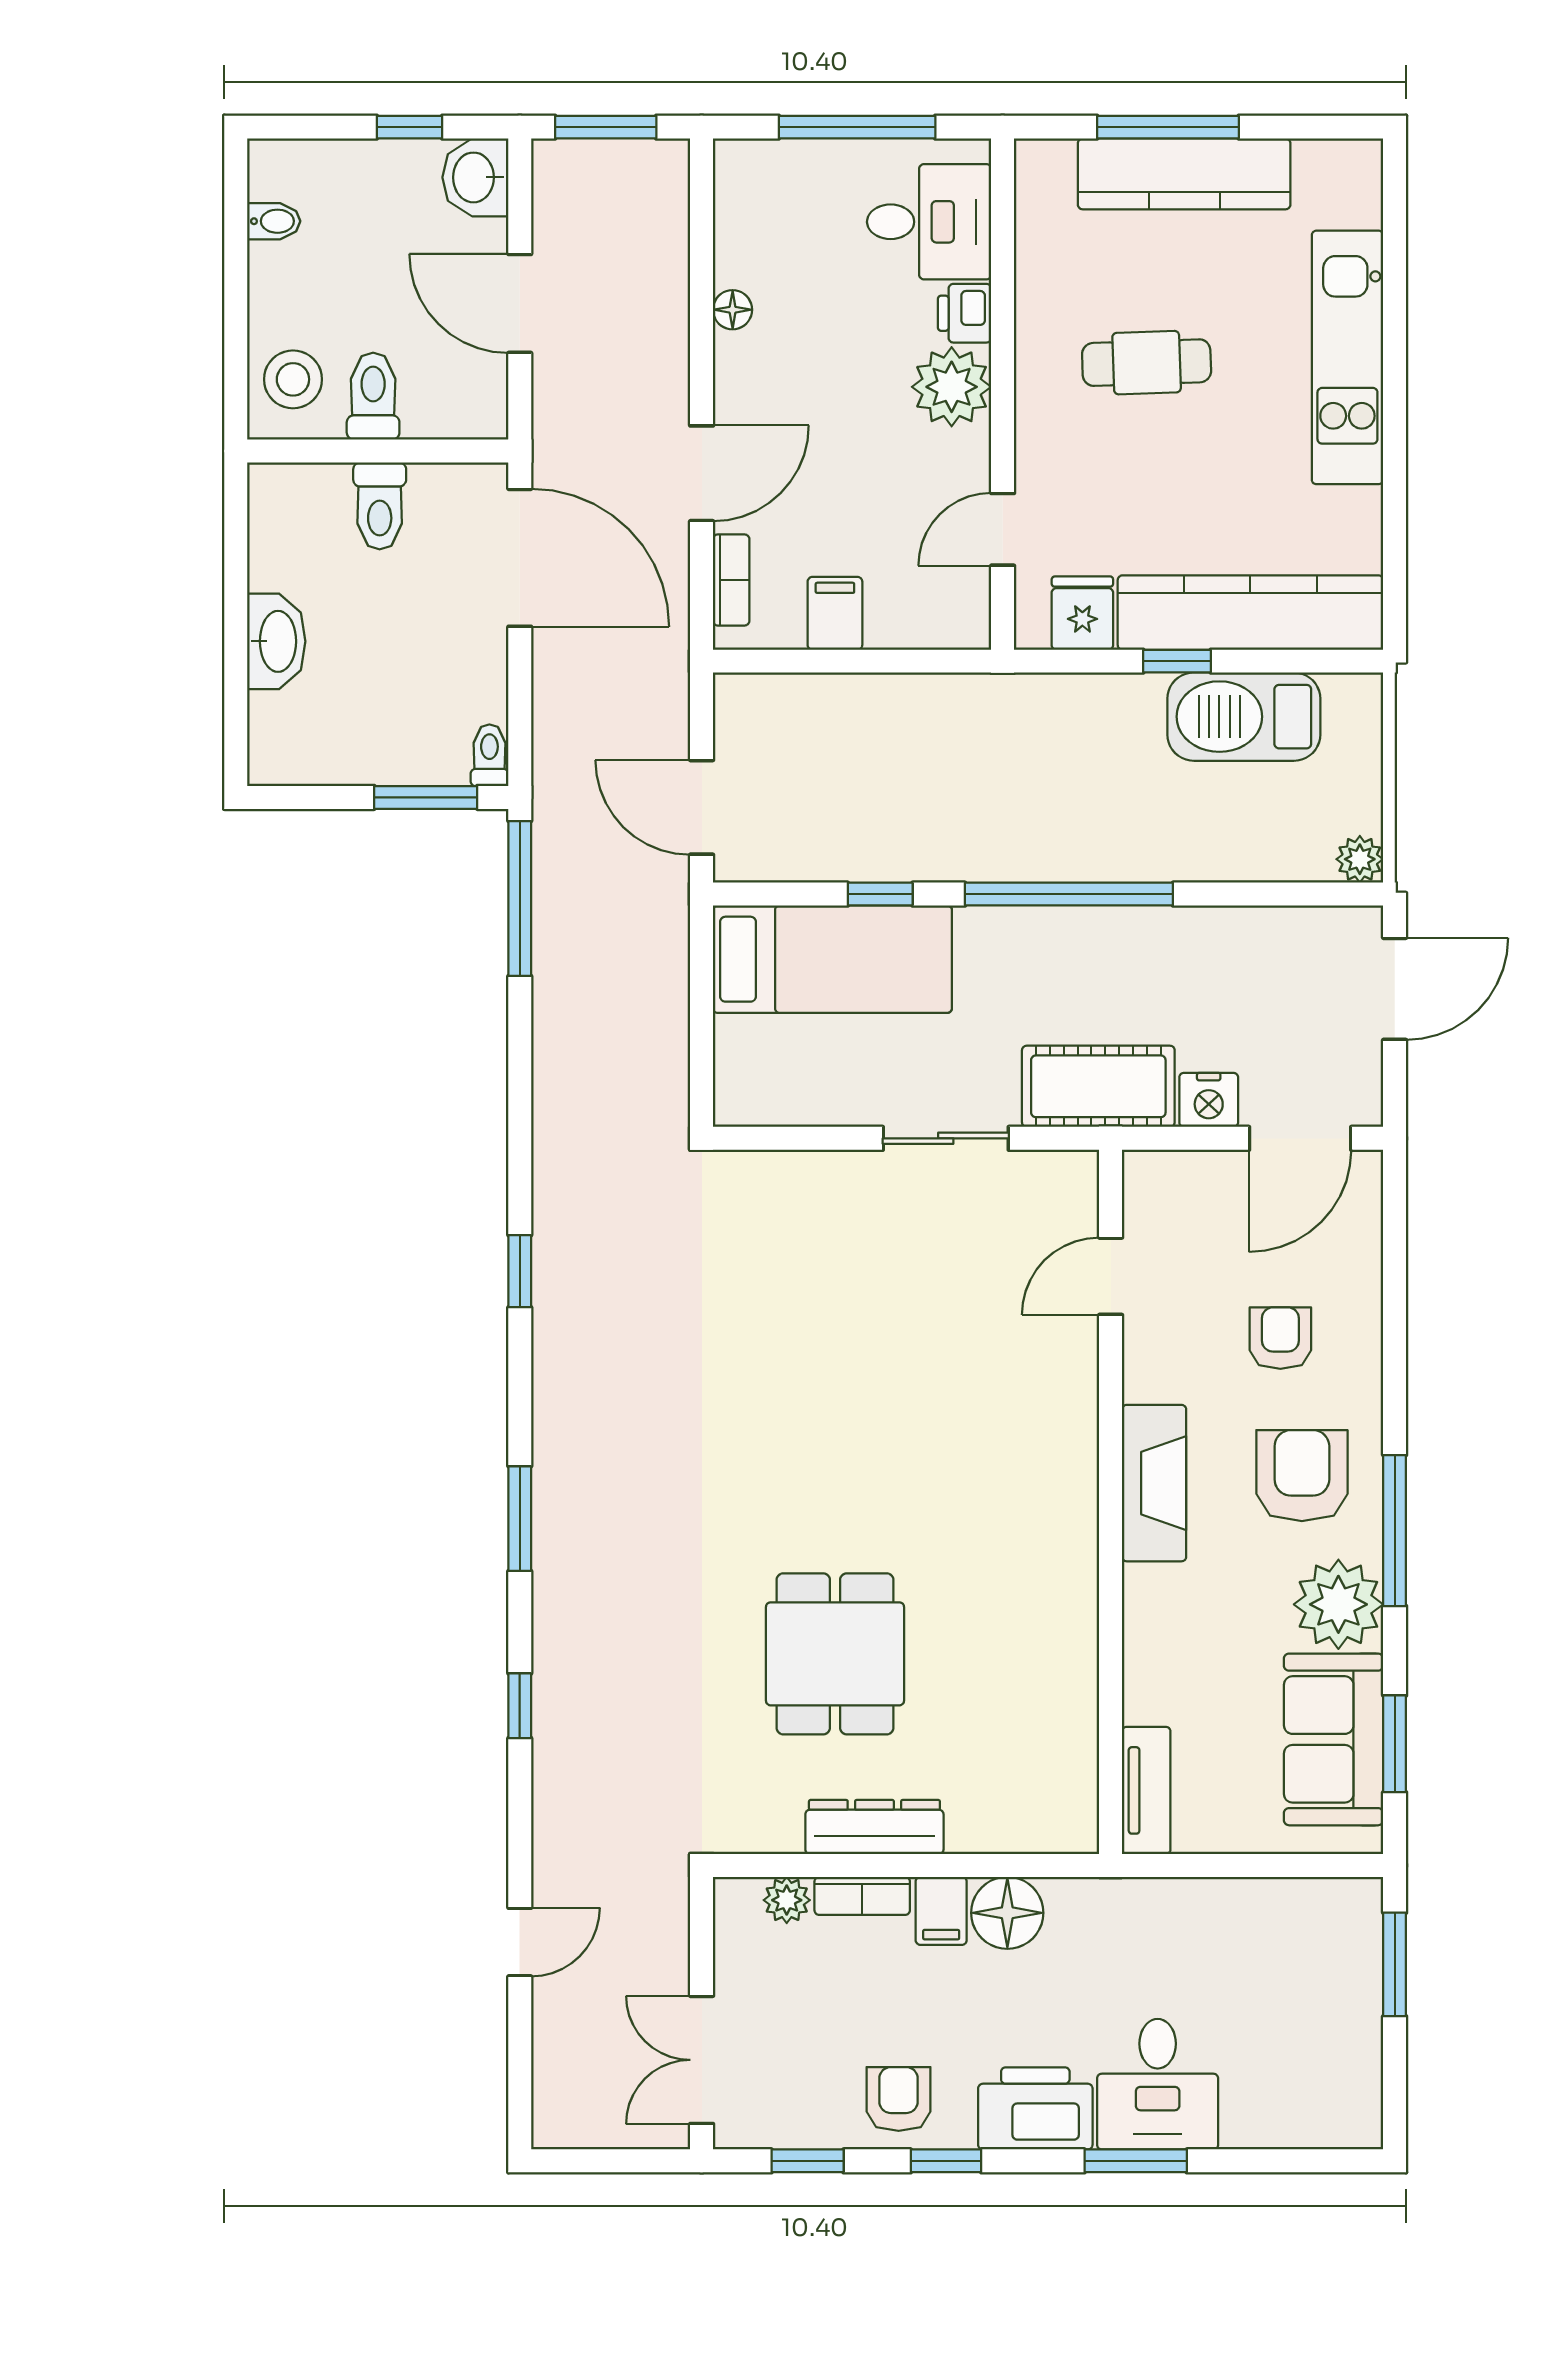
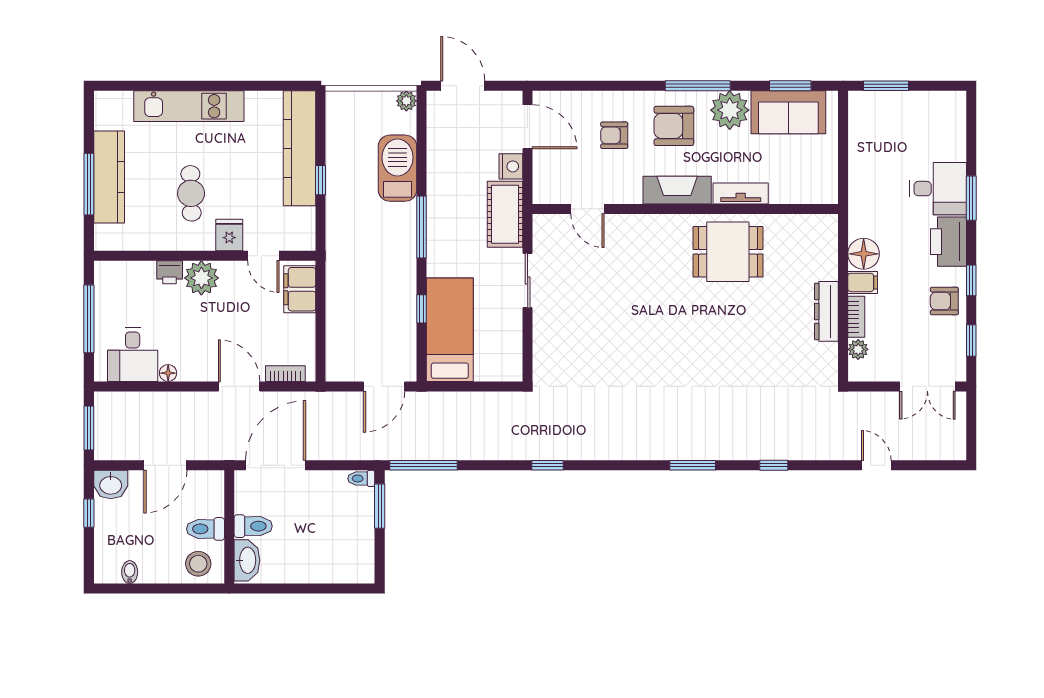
desk: (929, 222) -> (133, 355), moved, turned 180
filing cabinet: (835, 613) -> (300, 289), moved, width x2.00
fridge: (1082, 613) -> (229, 235), moved, turned 90
washbasin: (276, 641) -> (247, 560), moved, turned 90
barbecue: (1244, 717) -> (397, 168), moved, turned 180
window: (1069, 894) -> (422, 227), width x0.68
window: (520, 1271) -> (548, 465), moved
dining table: (835, 1654) -> (728, 252), moved
tv unit: (1146, 1790) -> (741, 194), moved

